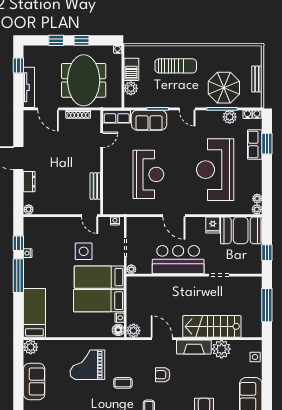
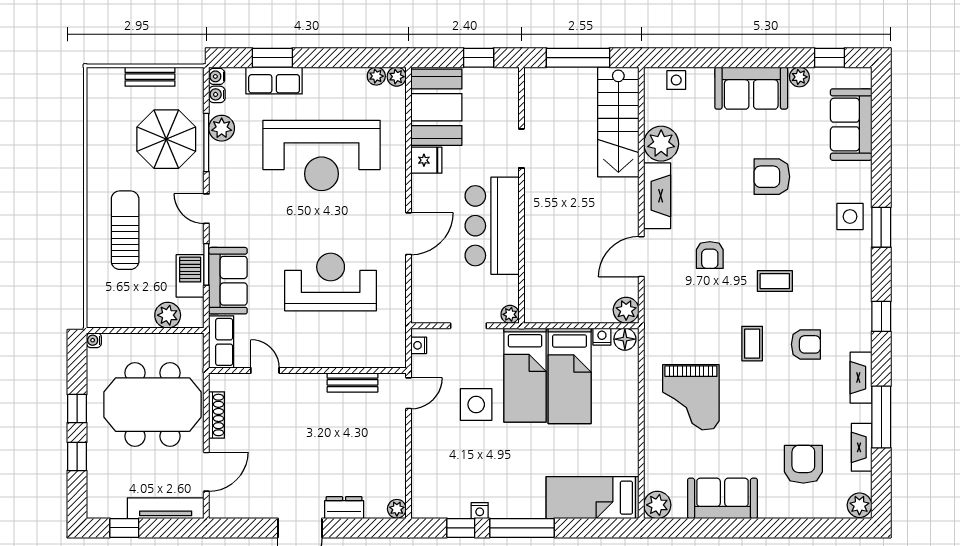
barbecue: (131, 69) -> (190, 276), moved, turned -90
door: (187, 109) -> (206, 209), swing flipped
stairs: (212, 326) -> (618, 122), moved
coffee table: (123, 383) -> (752, 344), moved

